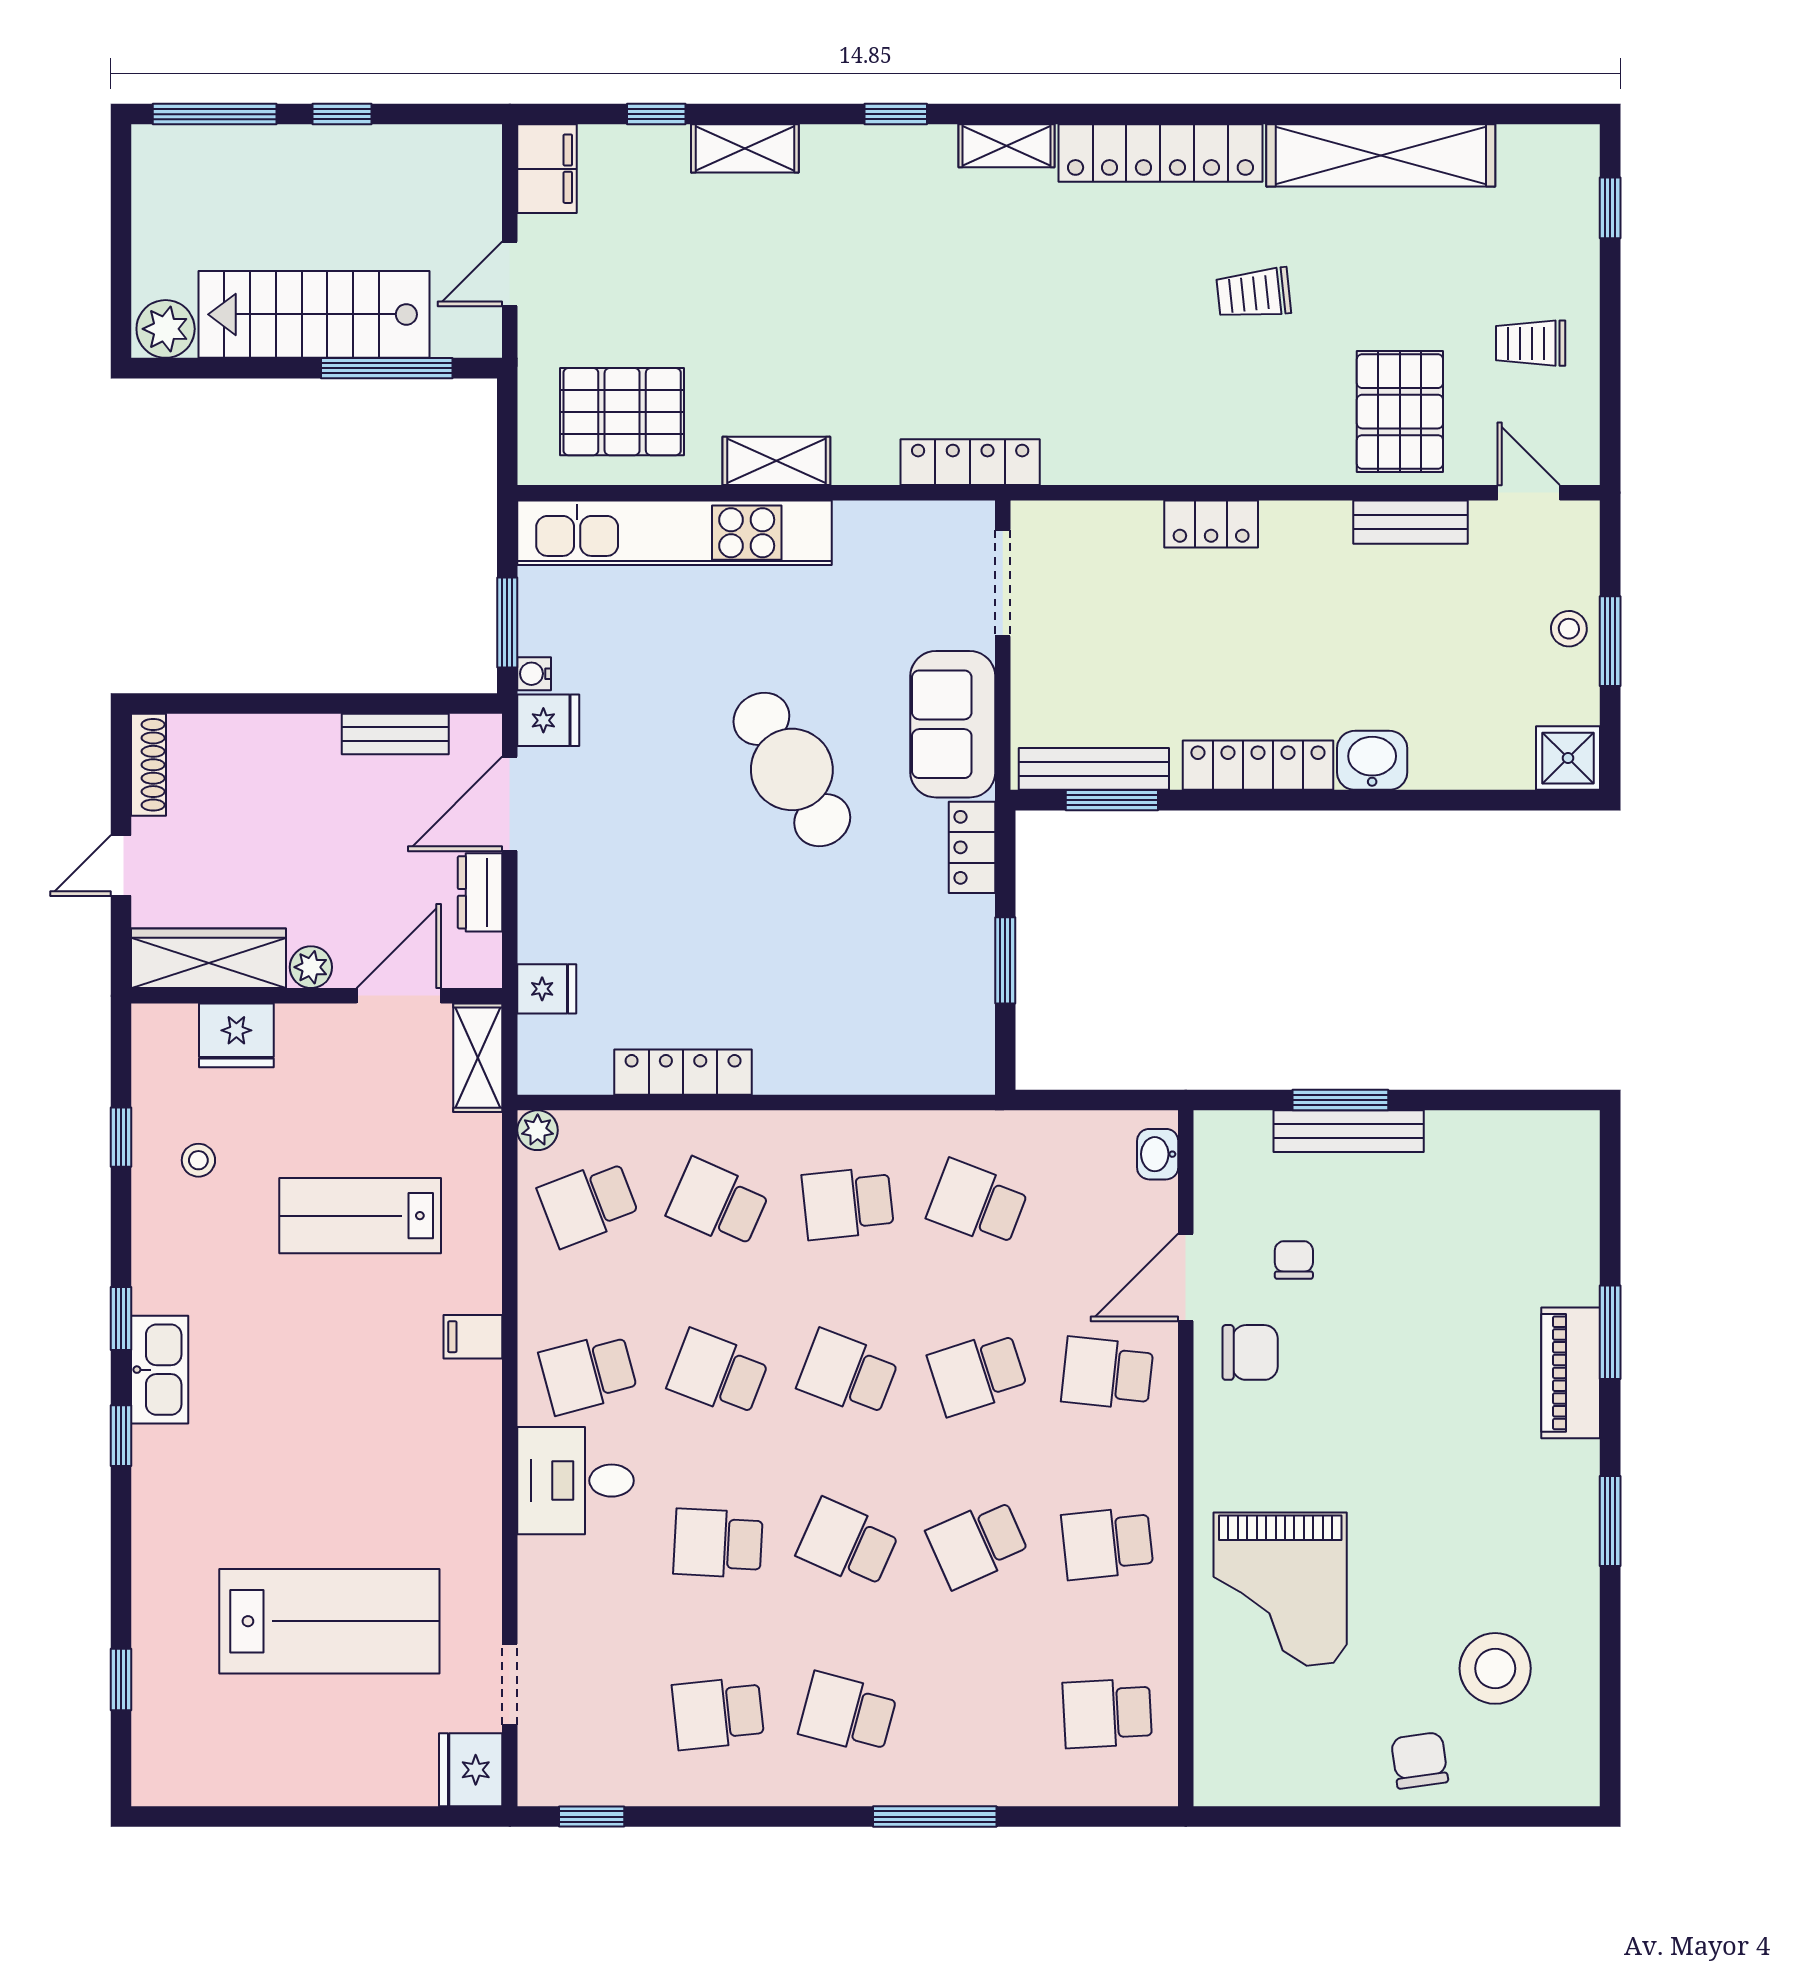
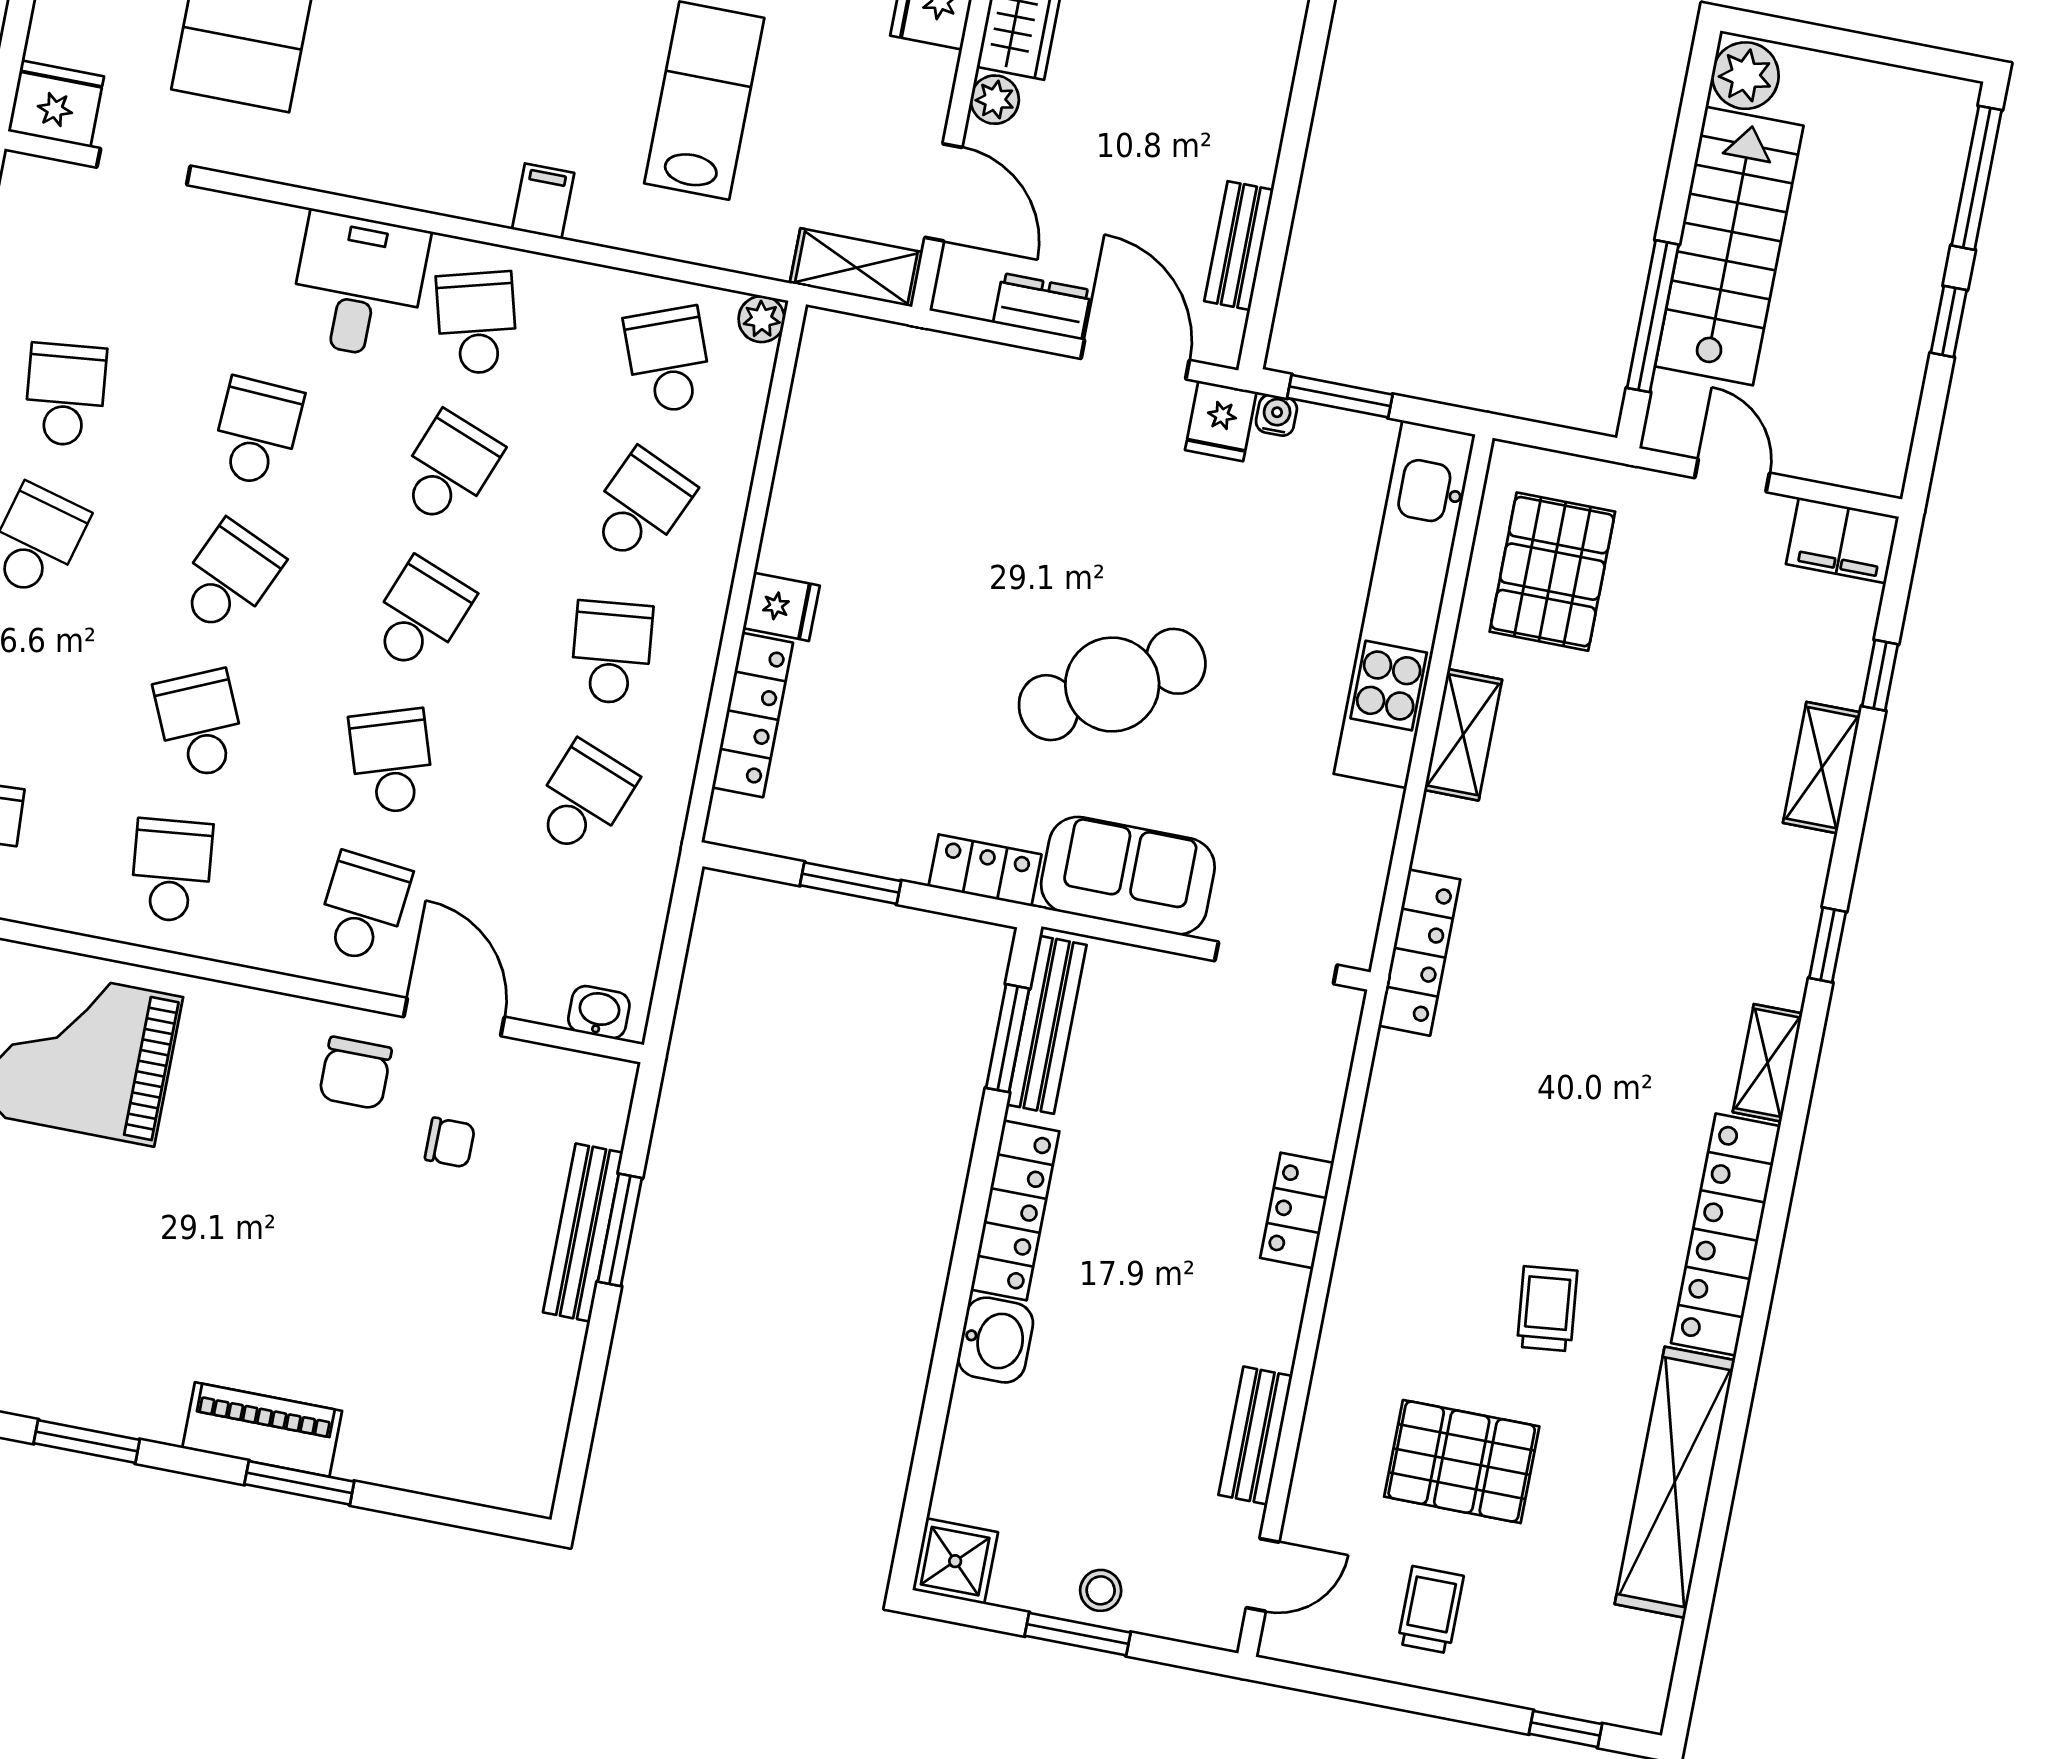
pallet: (1400, 412) -> (1462, 1462), moved
fridge: (547, 989) -> (781, 607), moved, turned -90
locker: (683, 1072) -> (752, 715), moved

